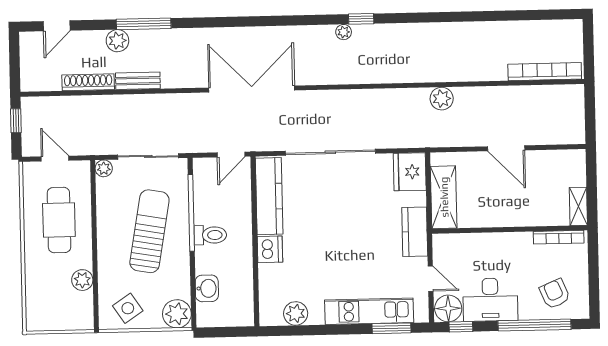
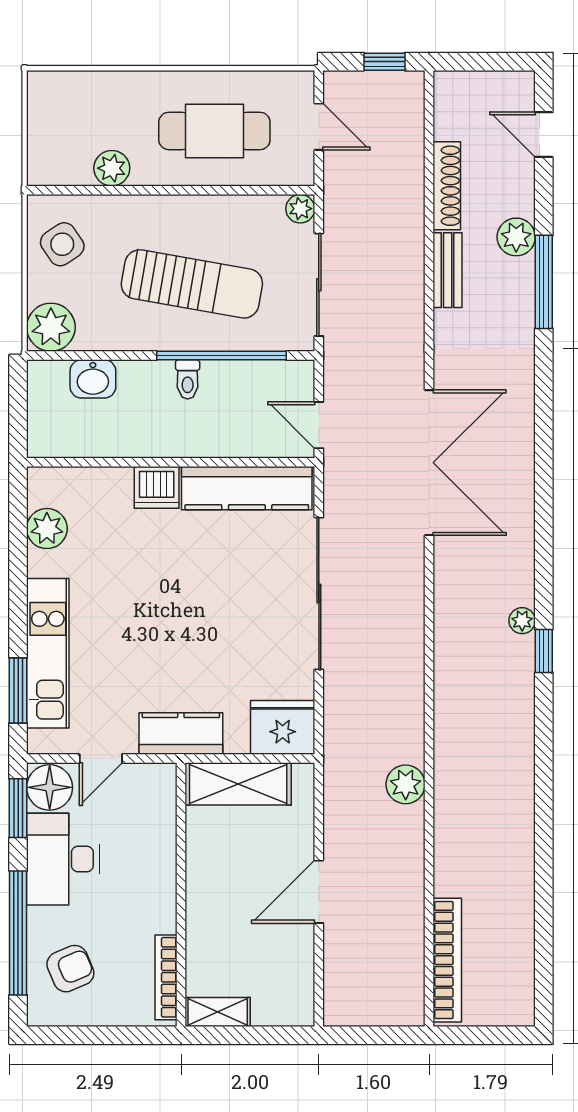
door: (55, 159) -> (319, 127), hinge flipped
toilet: (210, 235) -> (188, 379), width x0.73, depth x0.72
window: (461, 327) -> (18, 808), width x1.50

